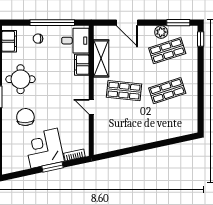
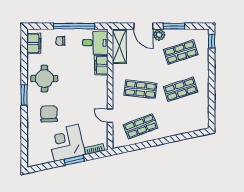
window: (178, 23) -> (174, 26), moved
plant: (161, 32) -> (159, 35), moved
shelving: (101, 58) -> (119, 46), moved
door: (91, 107) -> (110, 116), moved
shop shelf: (124, 131) -> (140, 126), added

